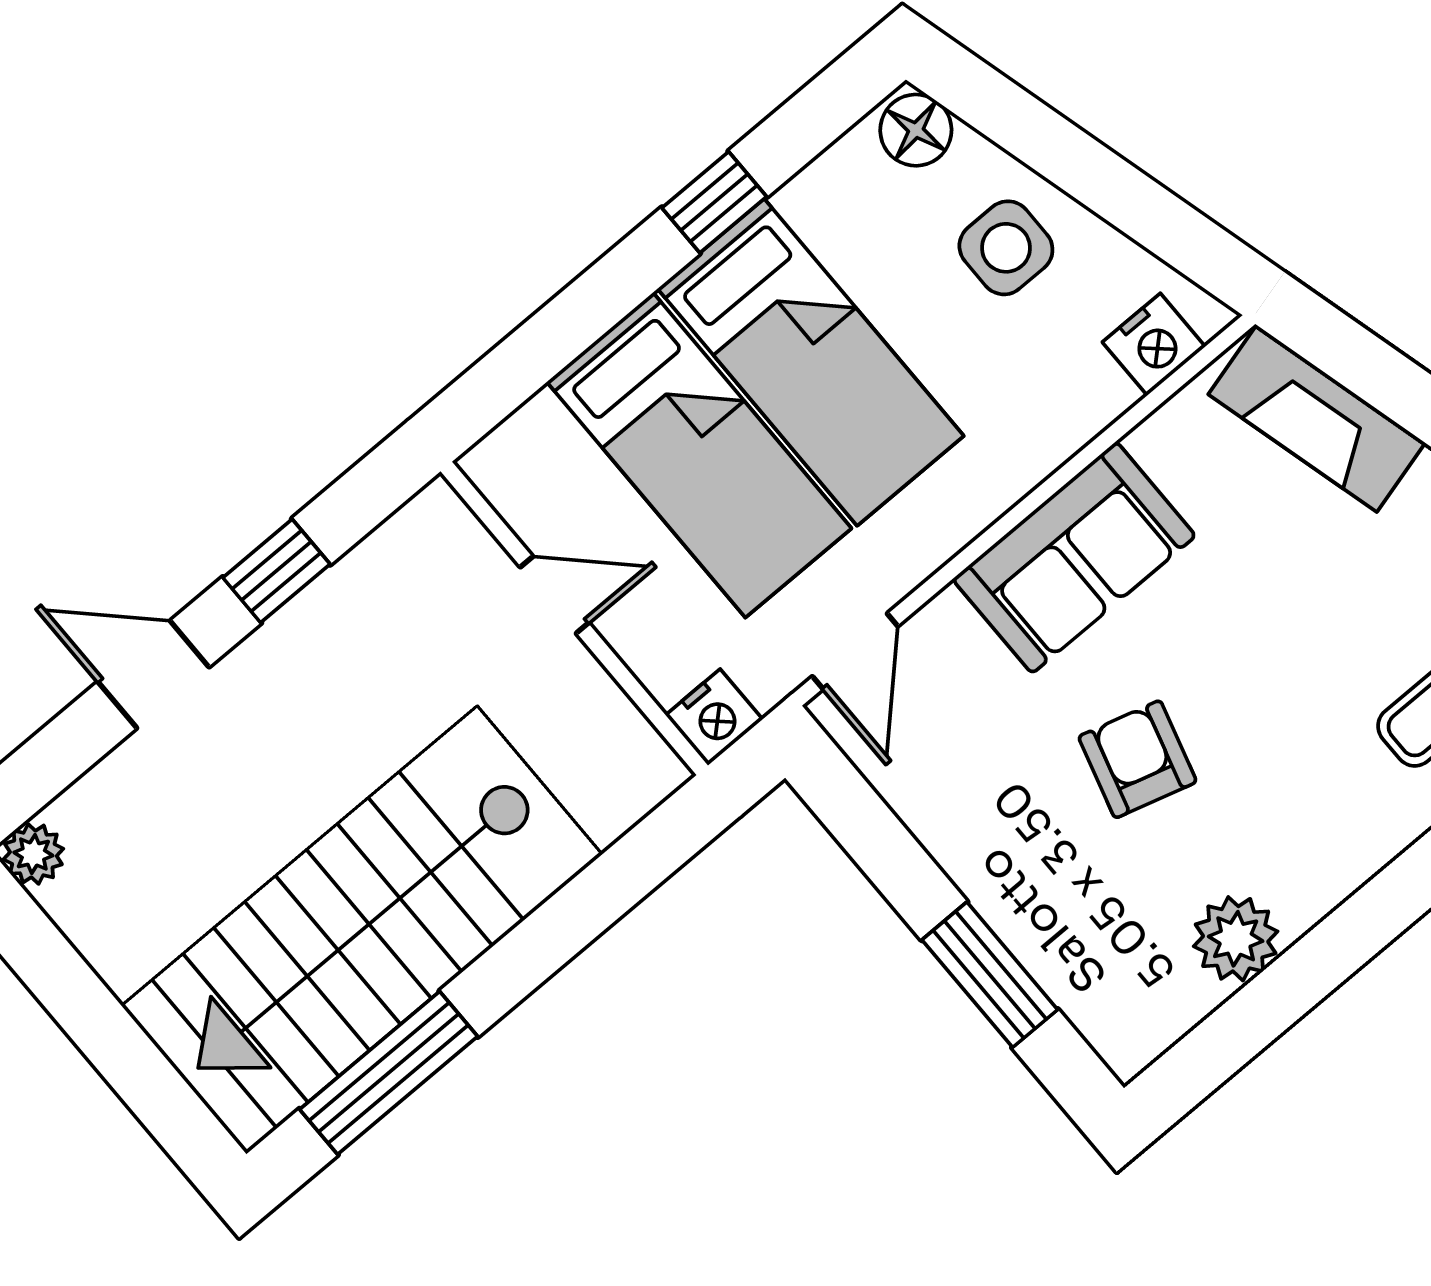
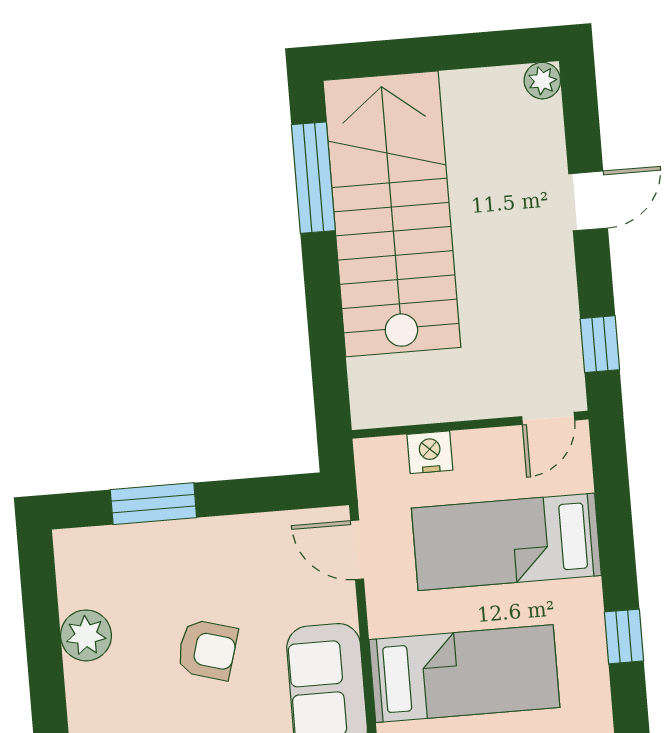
bed: (811, 362) -> (464, 674), moved, turned 180
window: (276, 571) -> (600, 344), moved
door: (555, 595) -> (548, 418), moved
nightstand: (714, 717) -> (430, 452), moved, turned 90

